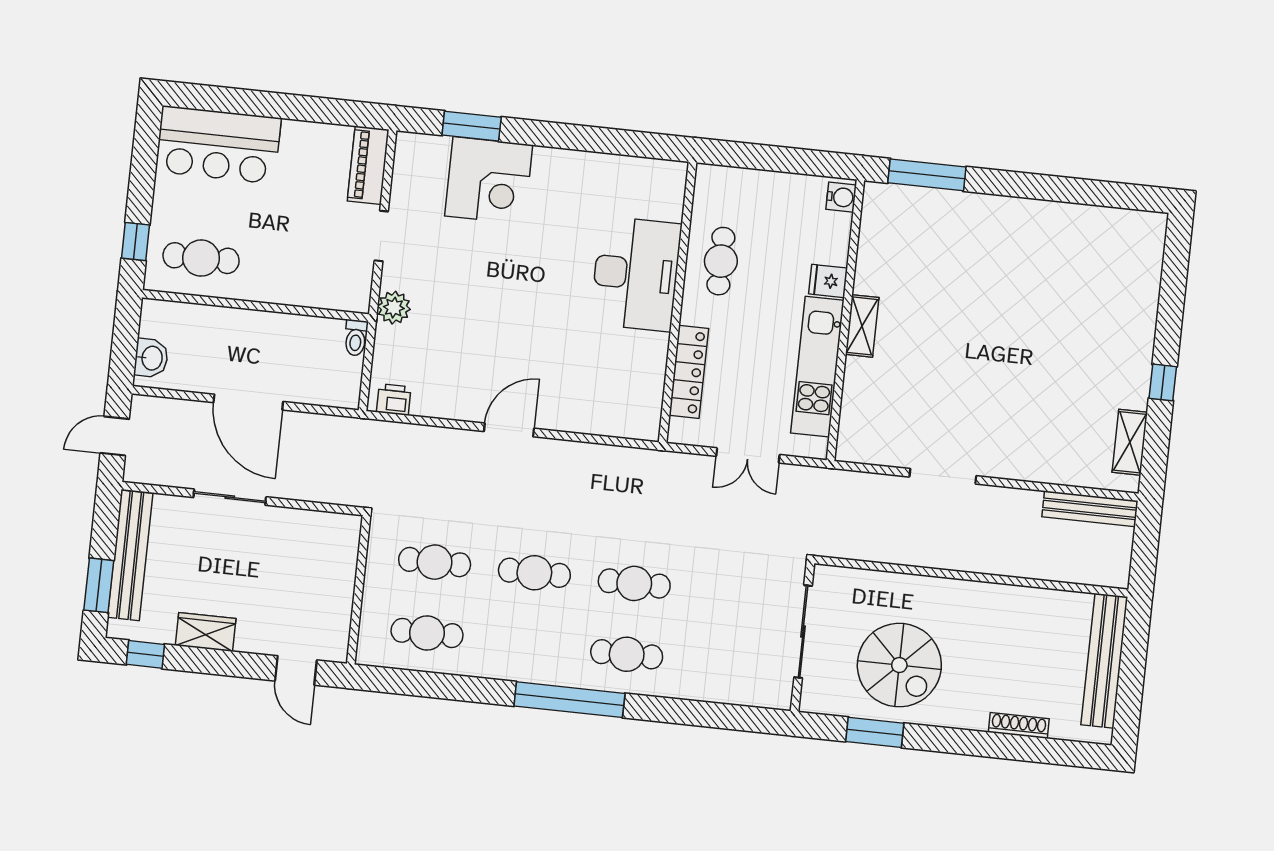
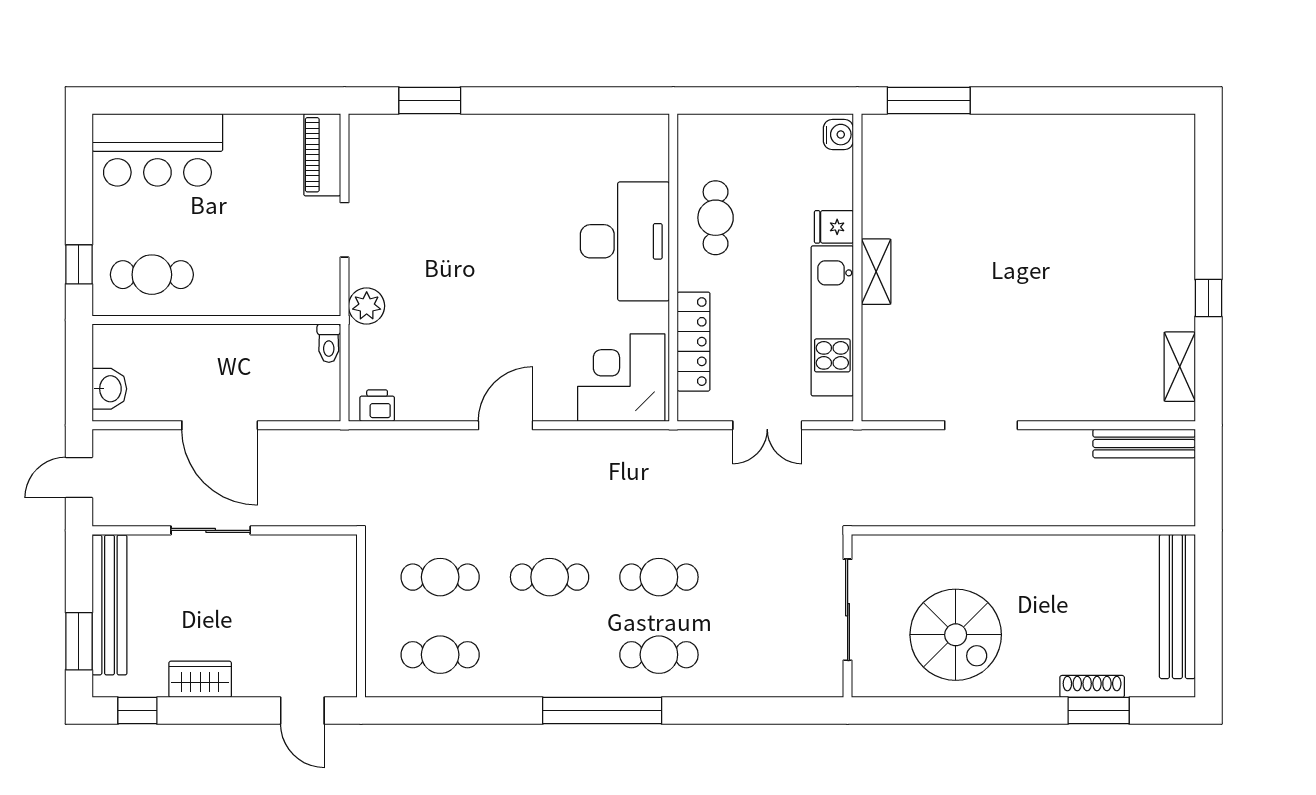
corner desk: (489, 180) -> (621, 378), moved, turned 180
window: (875, 732) -> (1099, 711), moved

